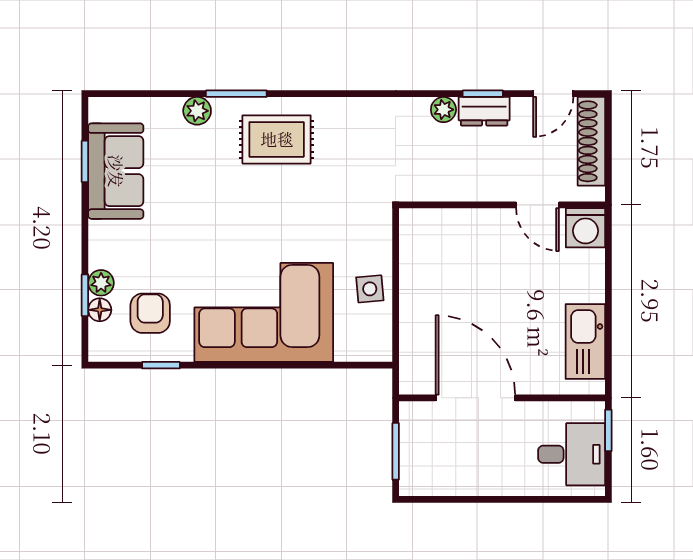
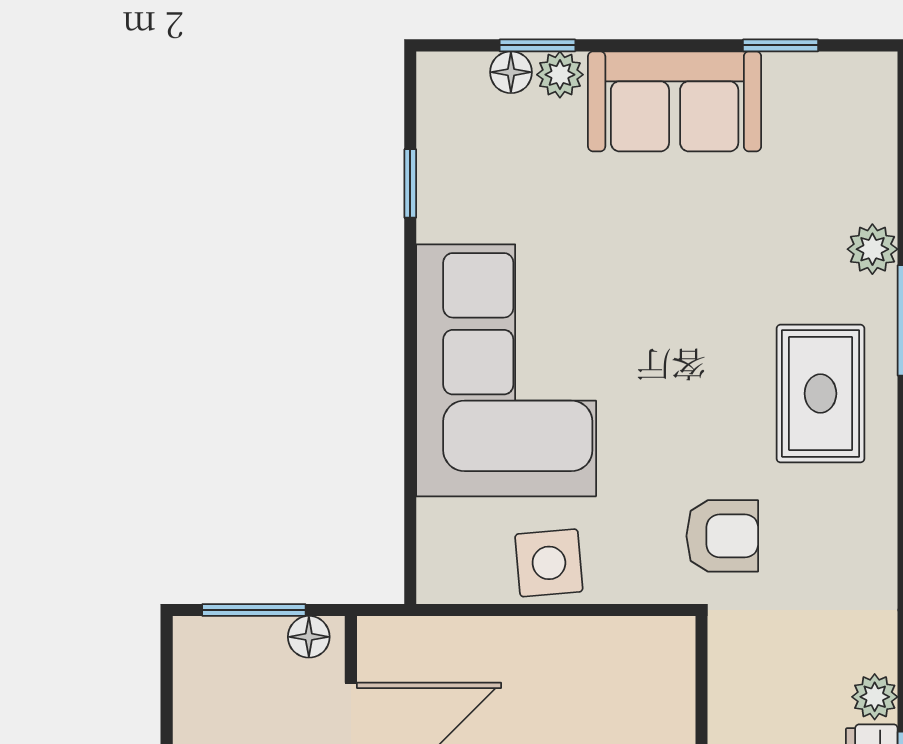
sofa: (116, 171) -> (675, 101), moved
side table: (370, 289) -> (549, 563), width x1.37, depth x1.37
armchair: (150, 313) -> (722, 536), moved
floor lamp: (410, 421) -> (309, 637), added

